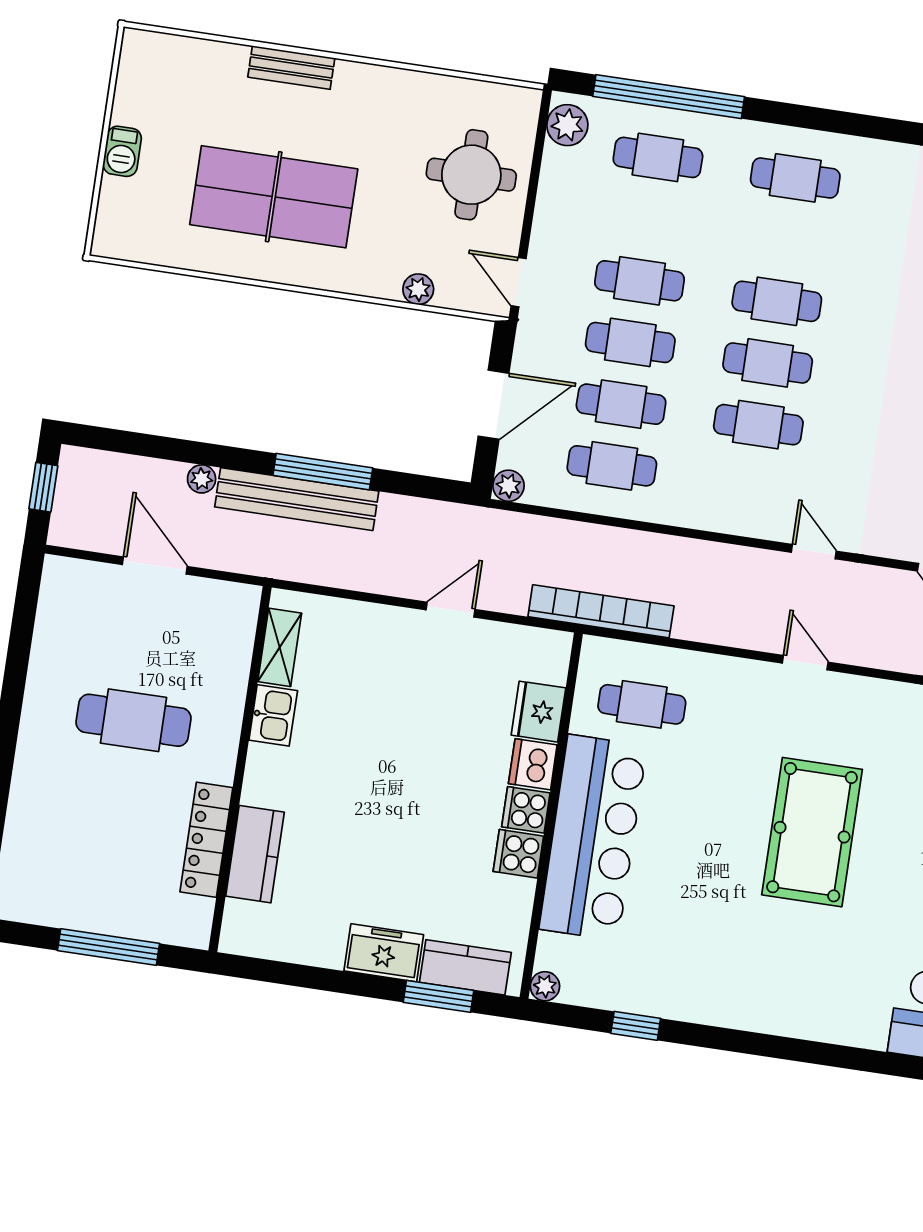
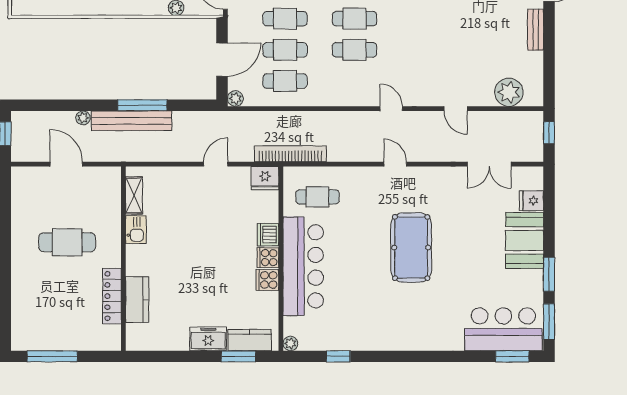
fridge: (538, 712) -> (265, 178), moved, turned -90
window: (109, 947) -> (52, 356), moved

